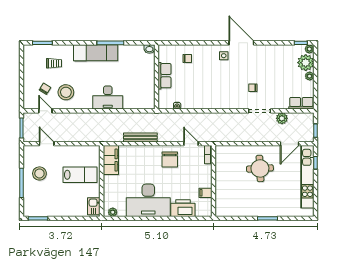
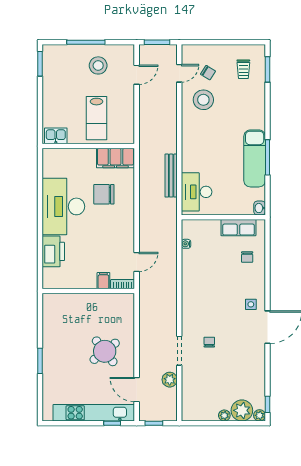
exam couch: (96, 53) -> (255, 158), moved
trolley: (54, 63) -> (243, 69), moved
row of seats: (165, 76) -> (238, 228), moved
desk: (108, 98) -> (197, 192), moved
row of seats: (301, 103) -> (189, 405), removed
bench: (140, 137) -> (171, 176), moved
chair: (170, 159) -> (104, 194), moved
round table: (260, 168) -> (105, 351), turned -35
filing cabinet: (205, 193) -> (103, 281), moved
plant: (113, 212) -> (48, 160), removed

